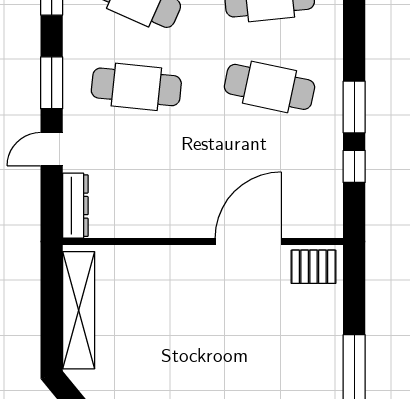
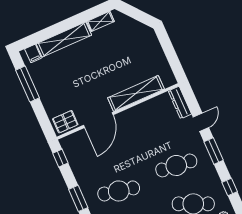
window: (354, 166) -> (60, 158), moved
shelving: (79, 310) -> (136, 93), moved, turned 90

